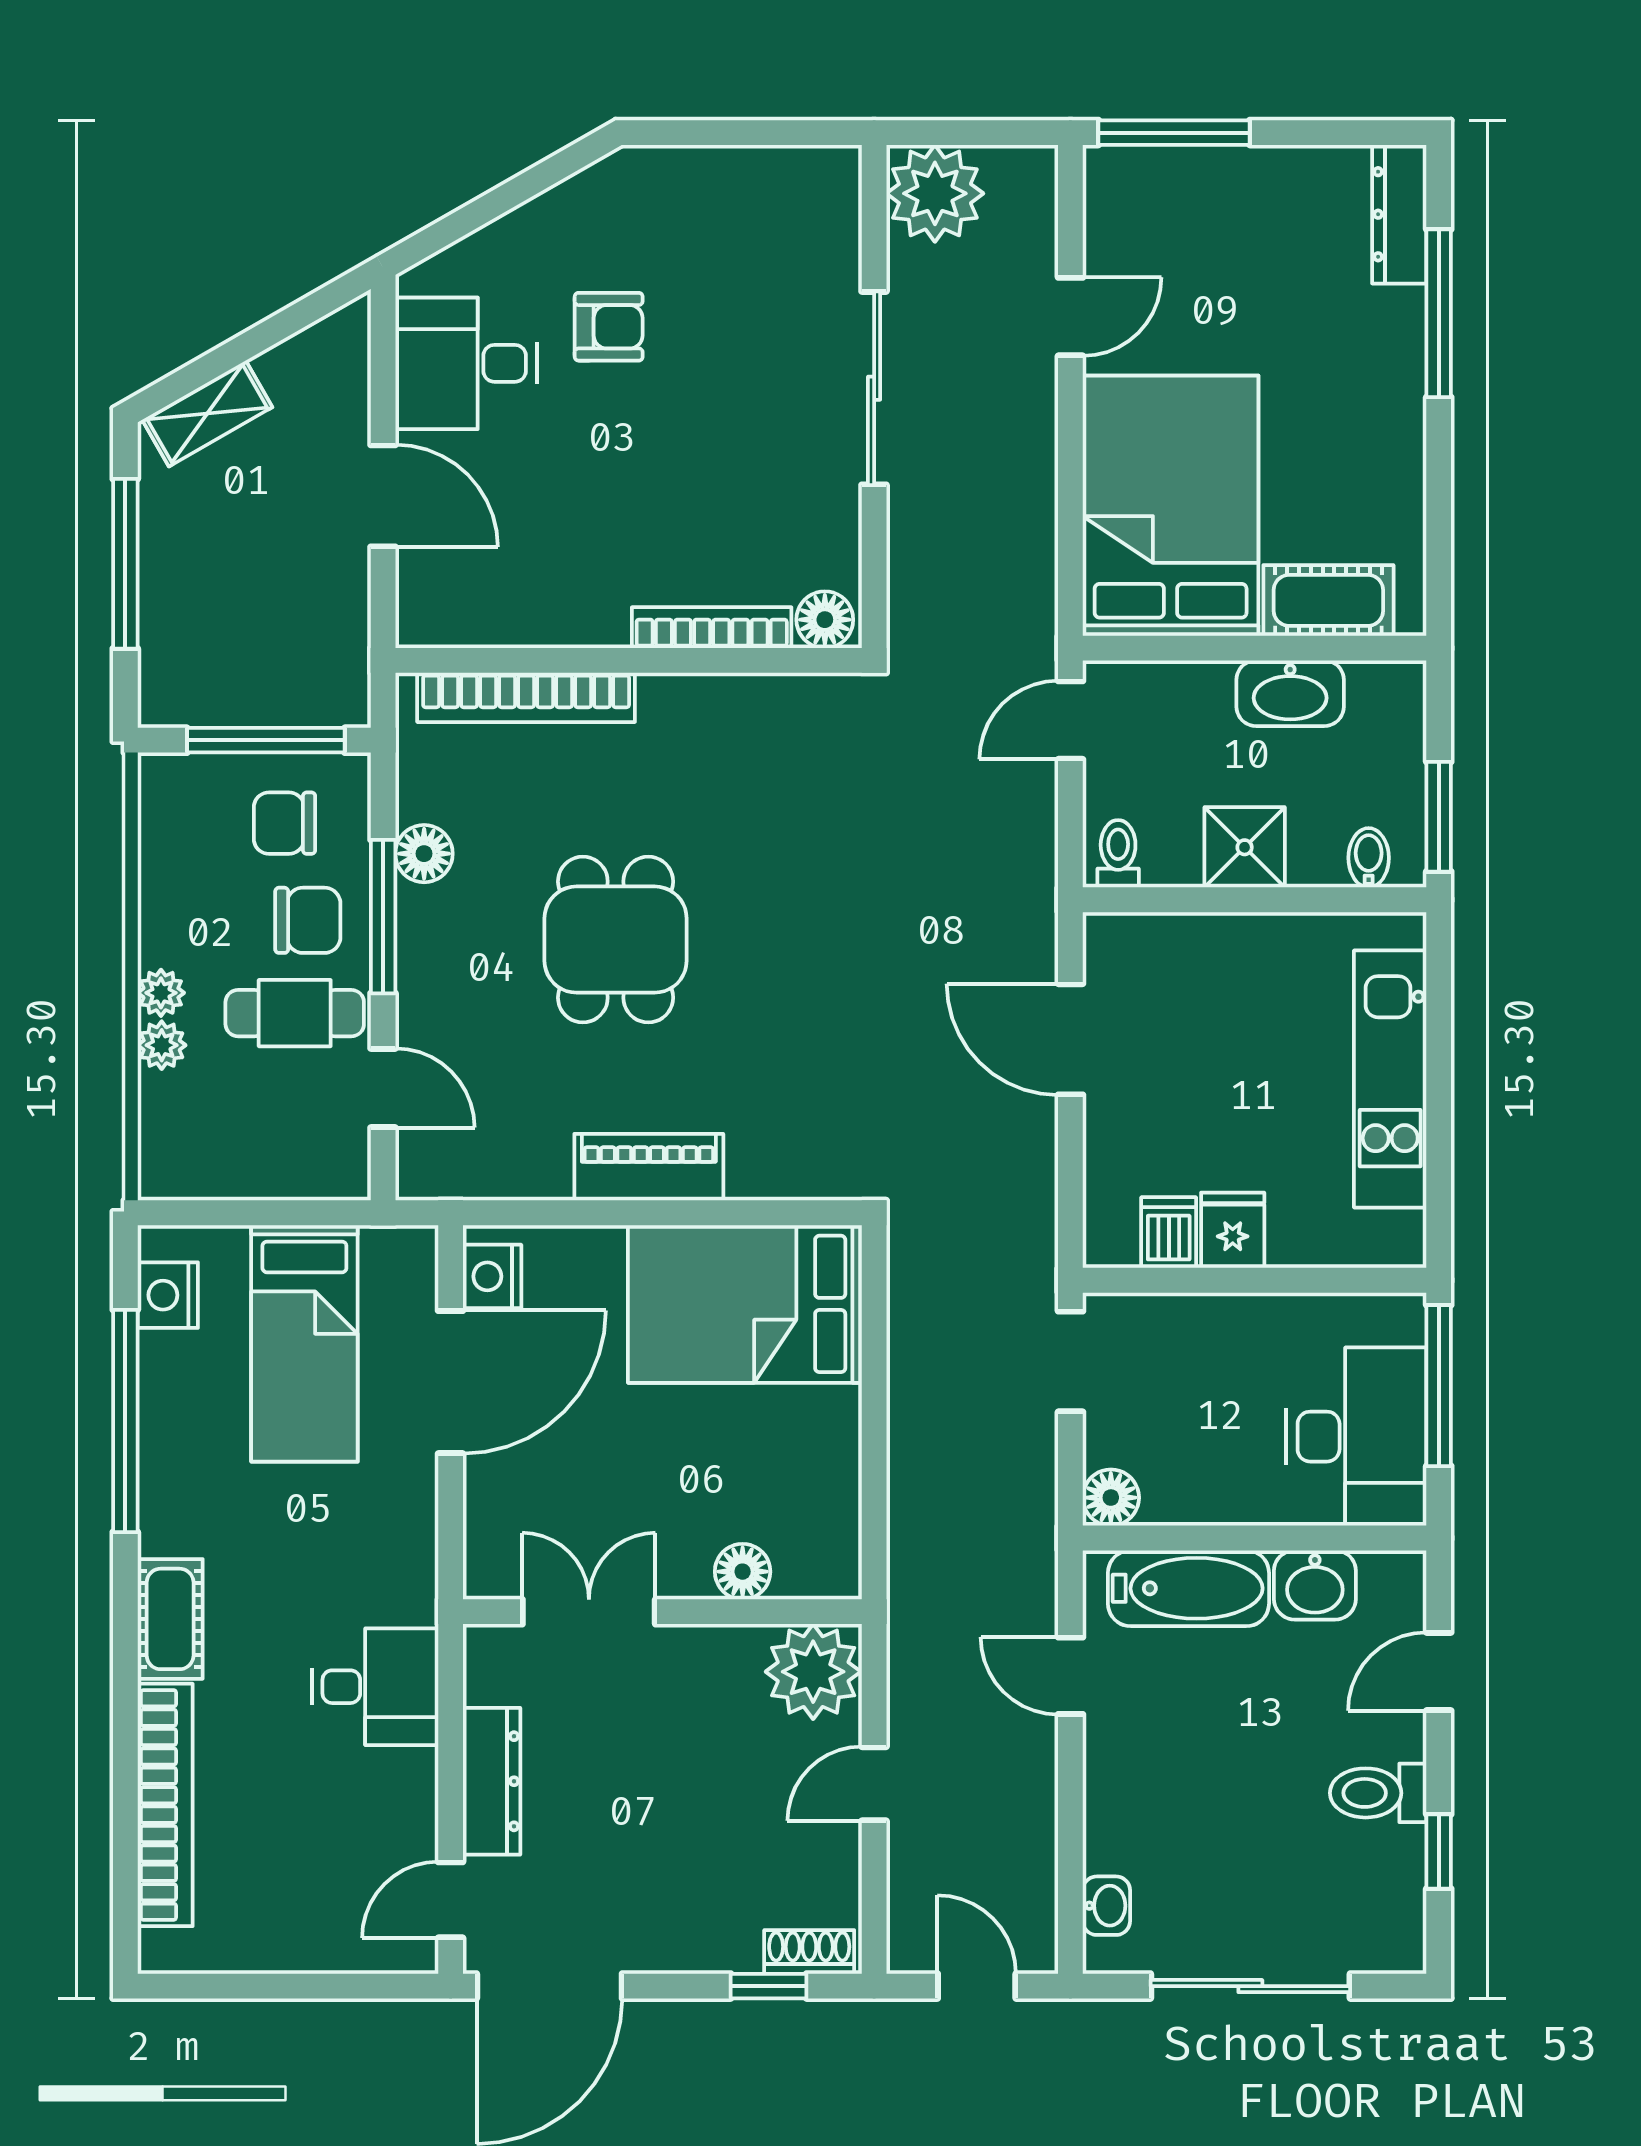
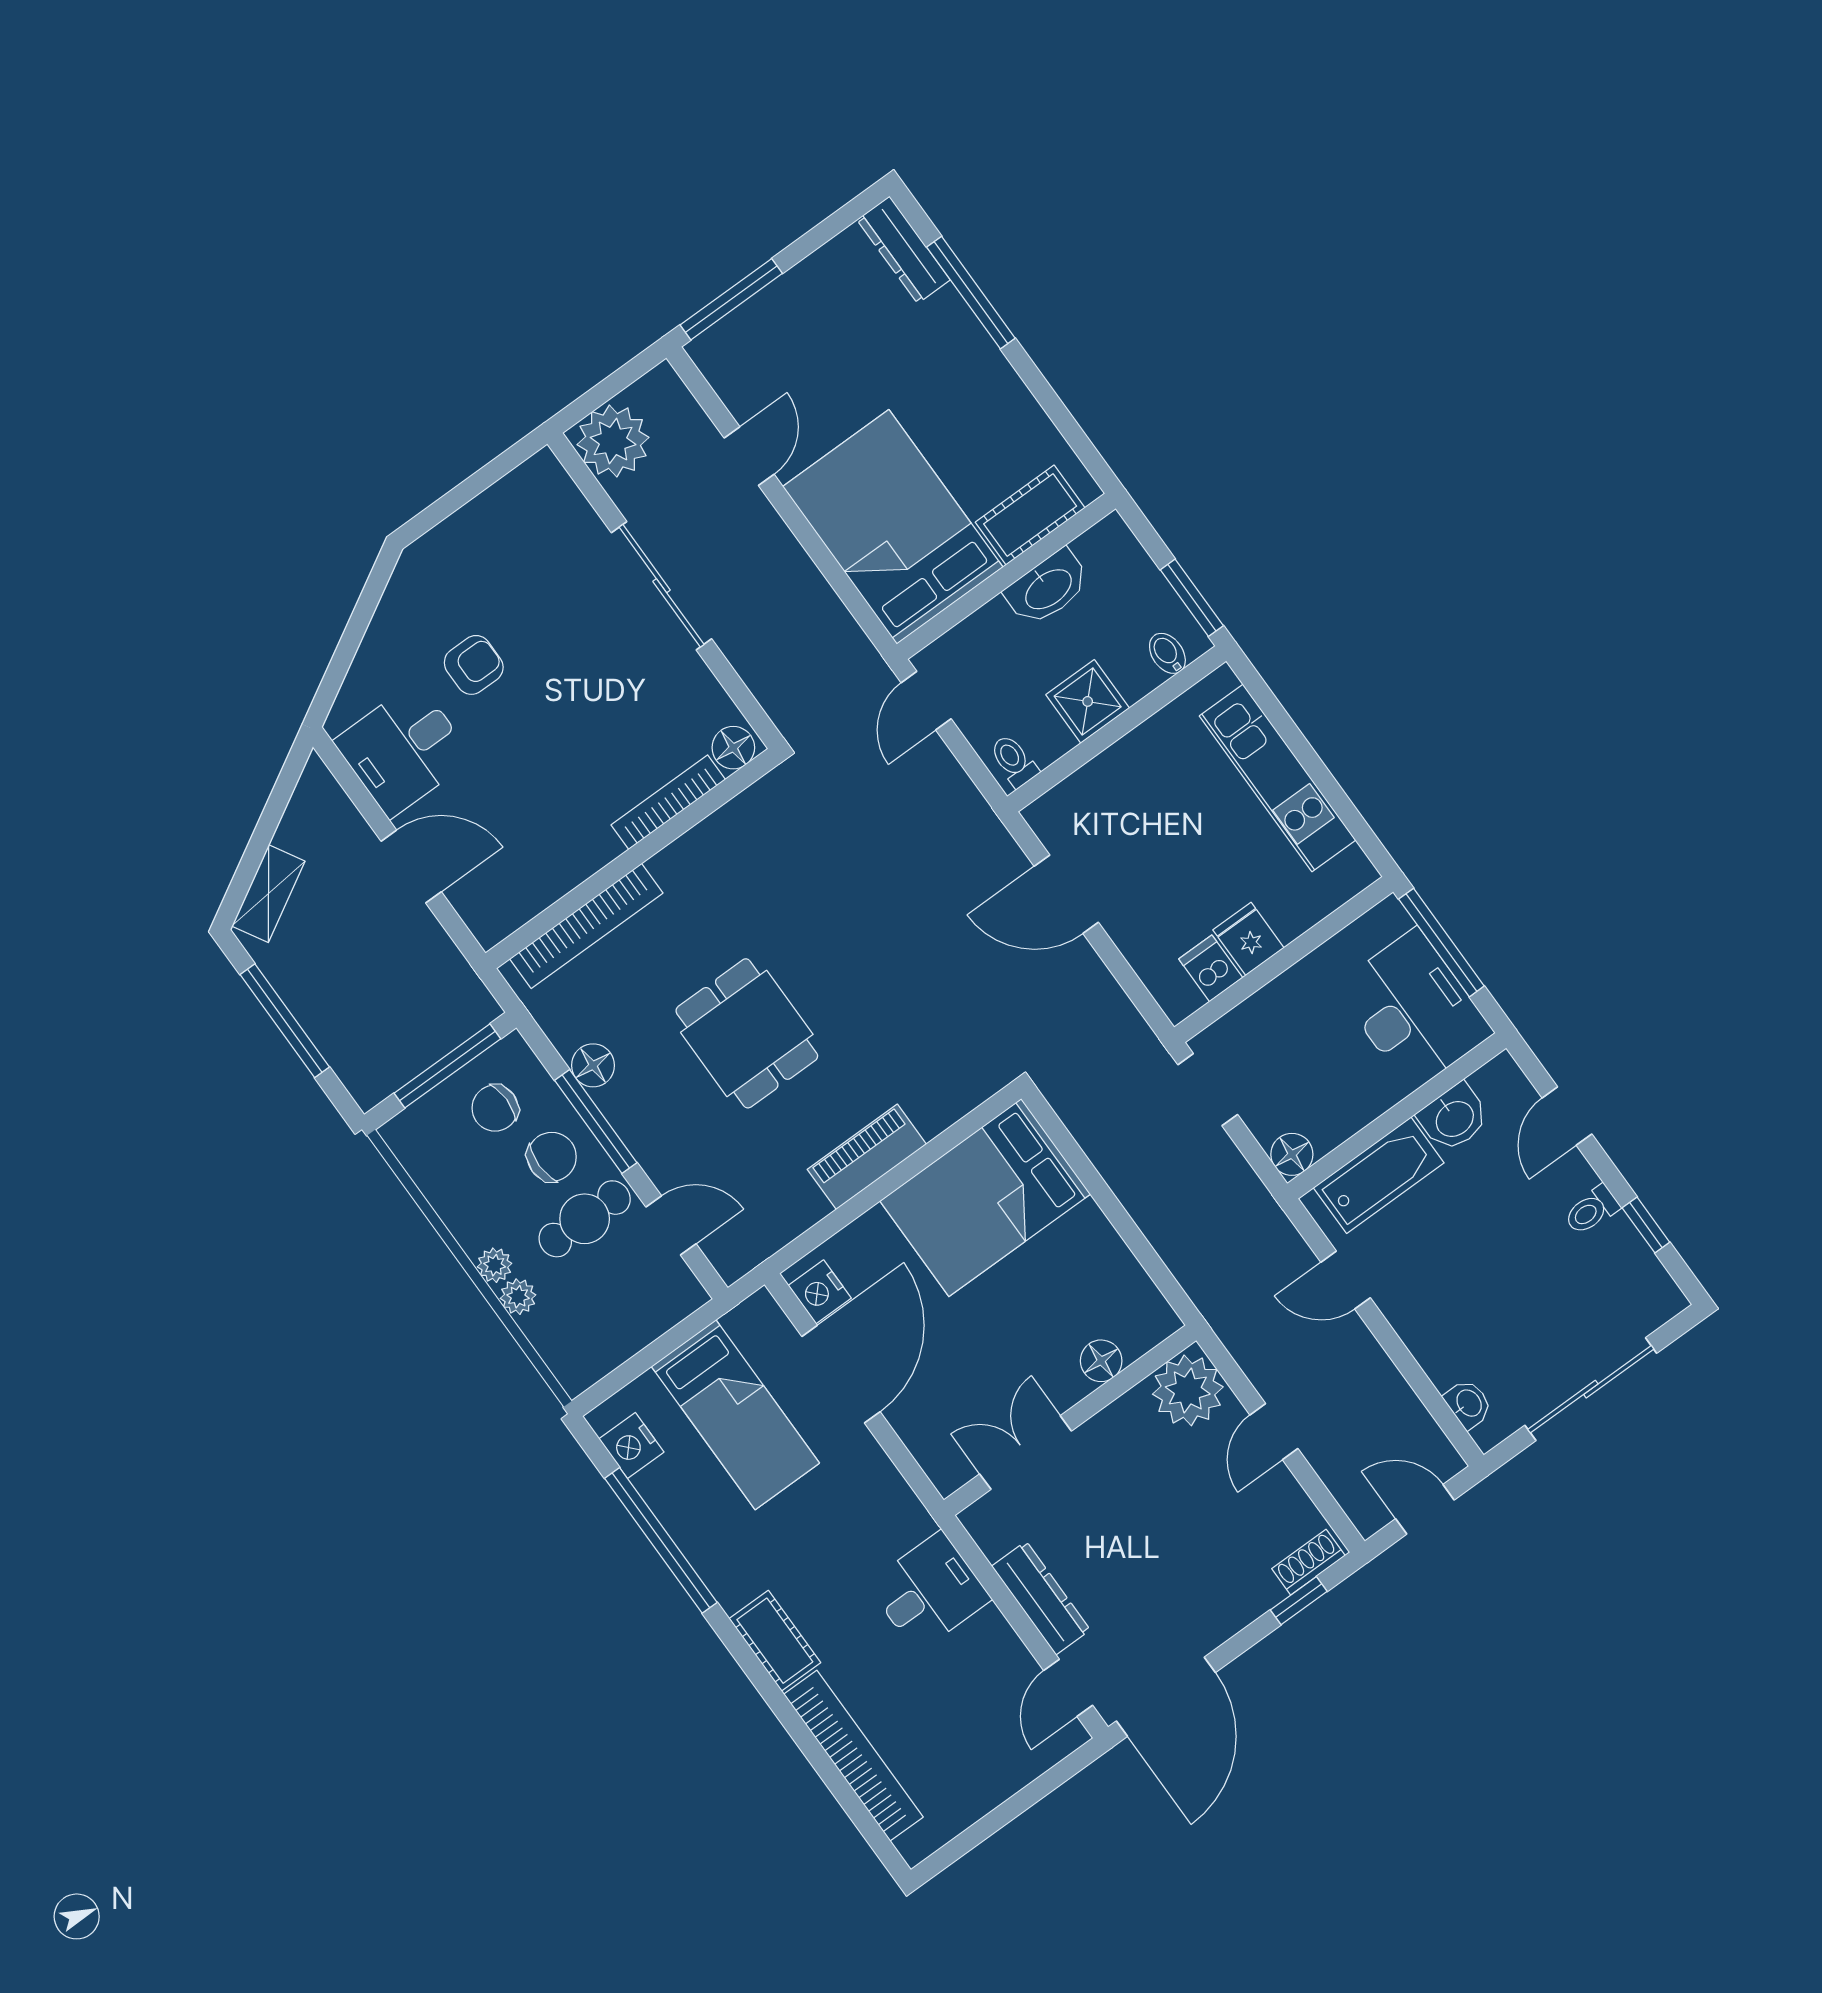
toilet: (1378, 1793) -> (1592, 1210), width x0.73, depth x0.72

